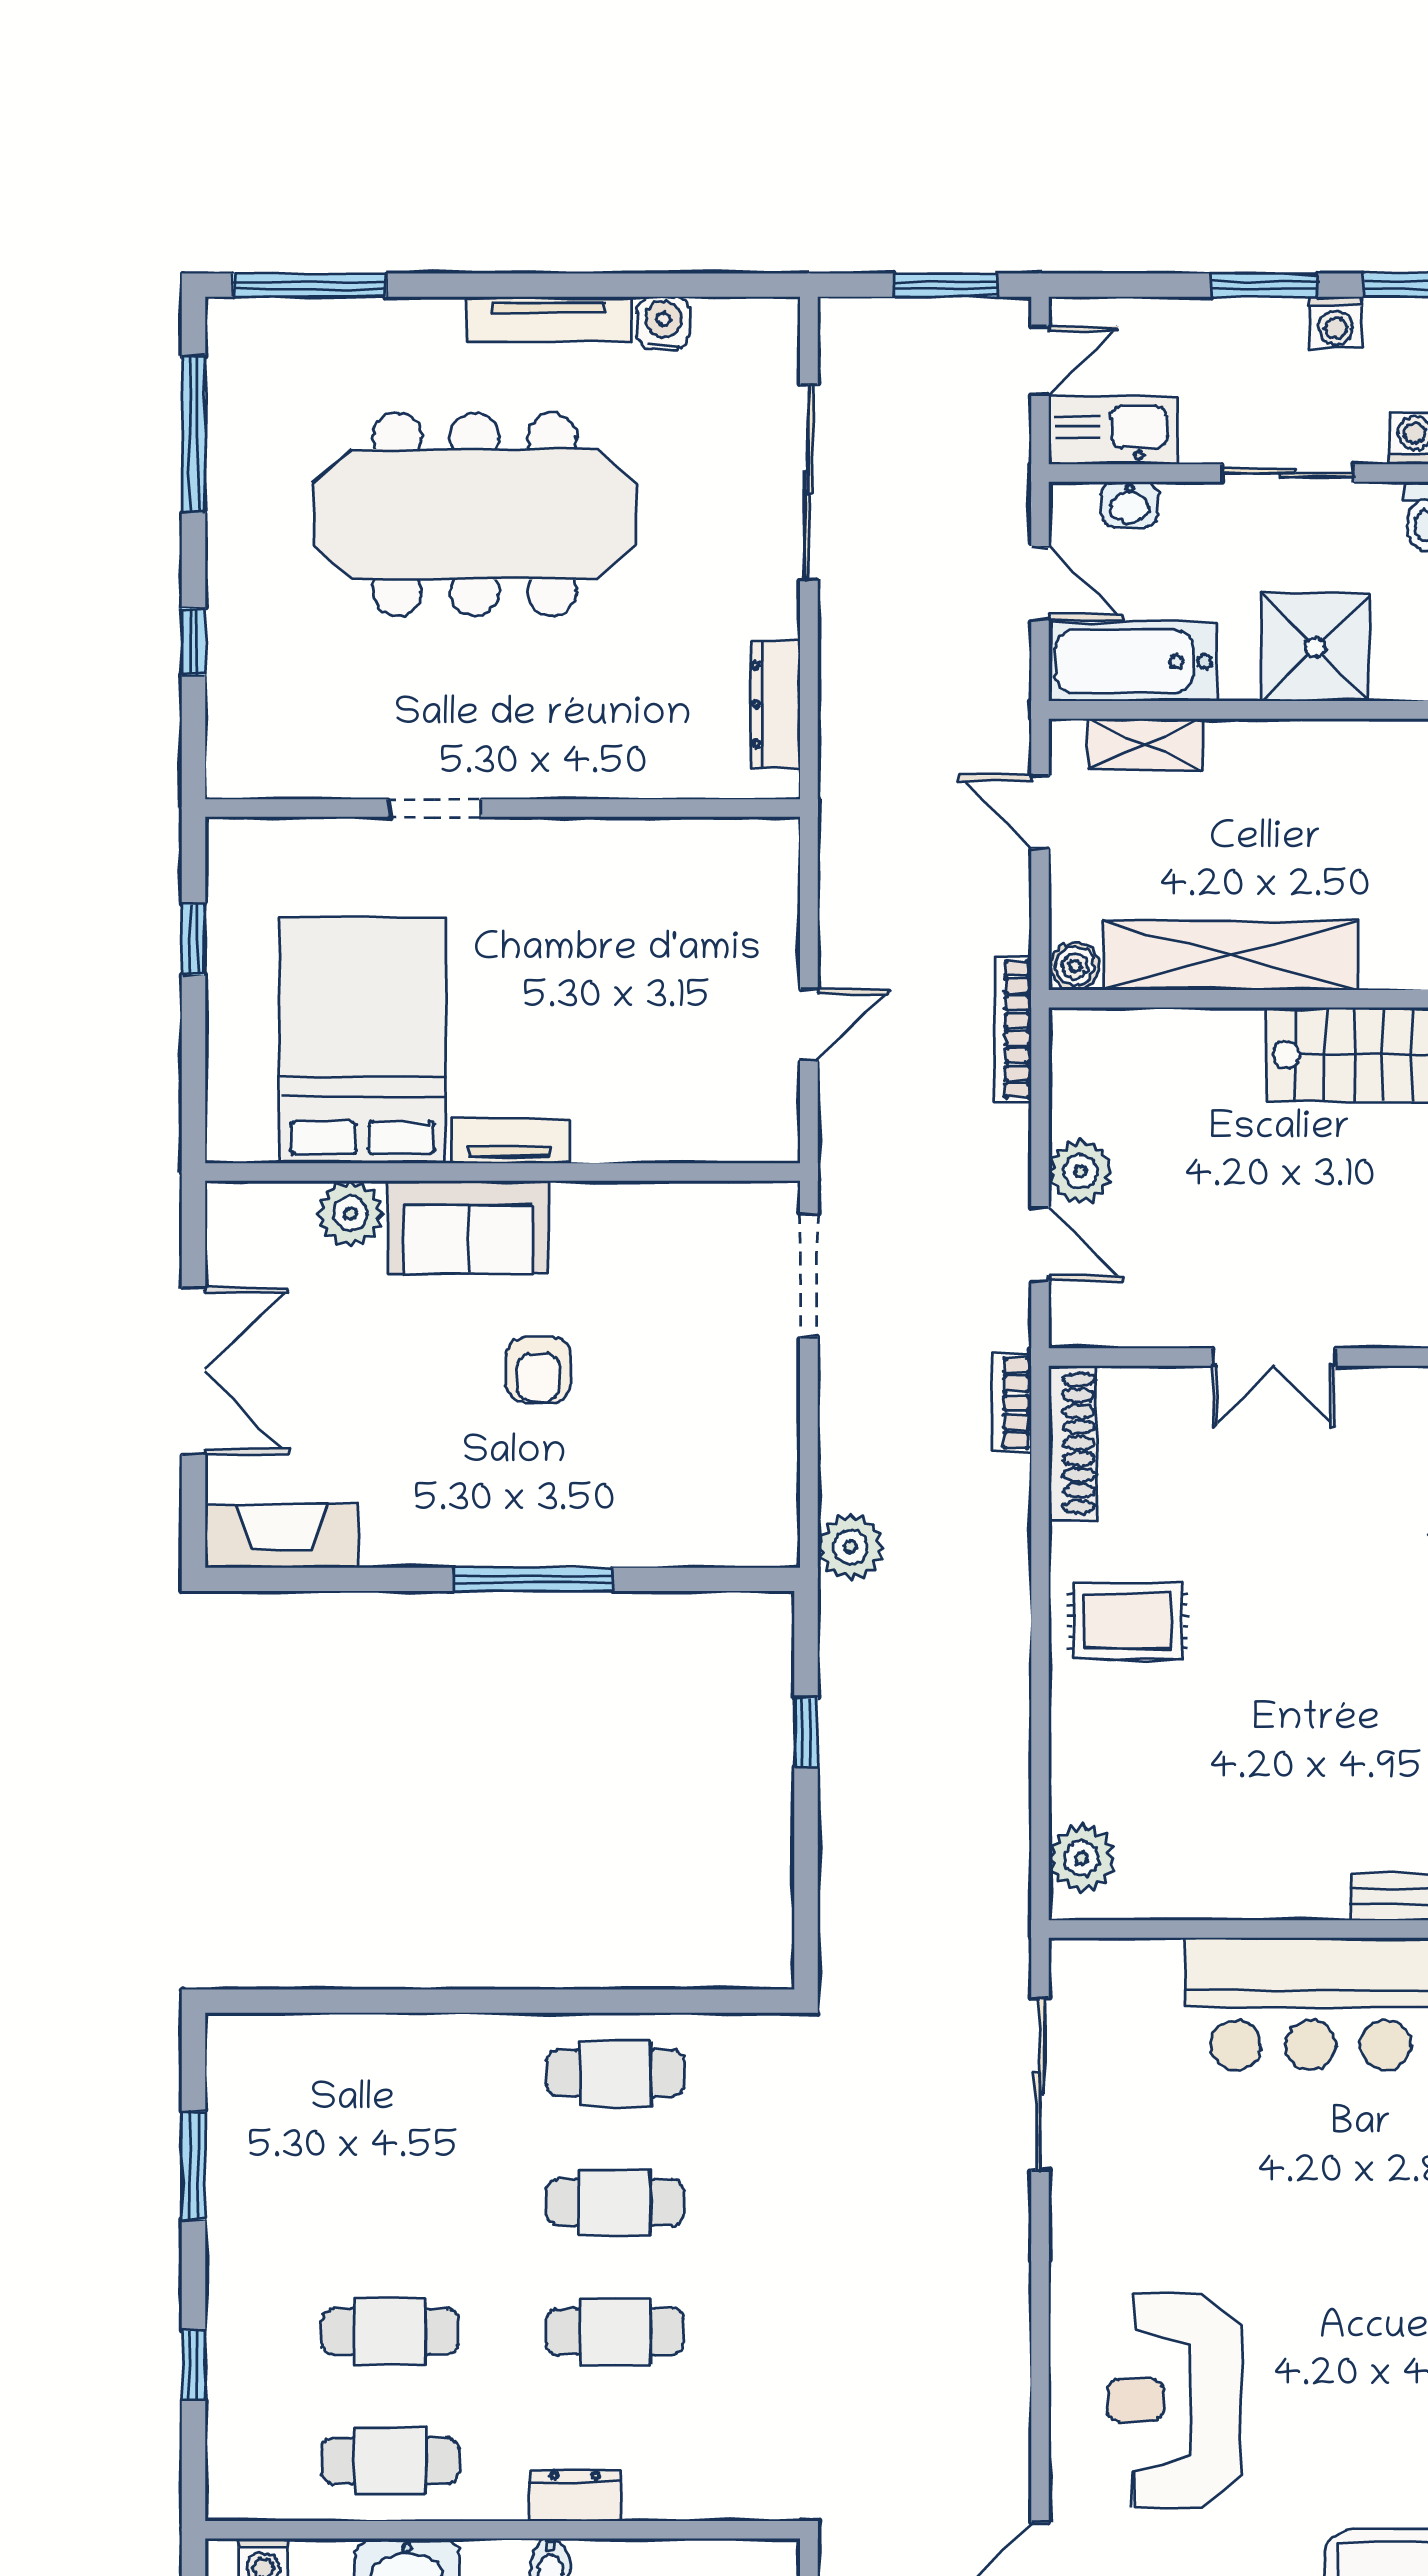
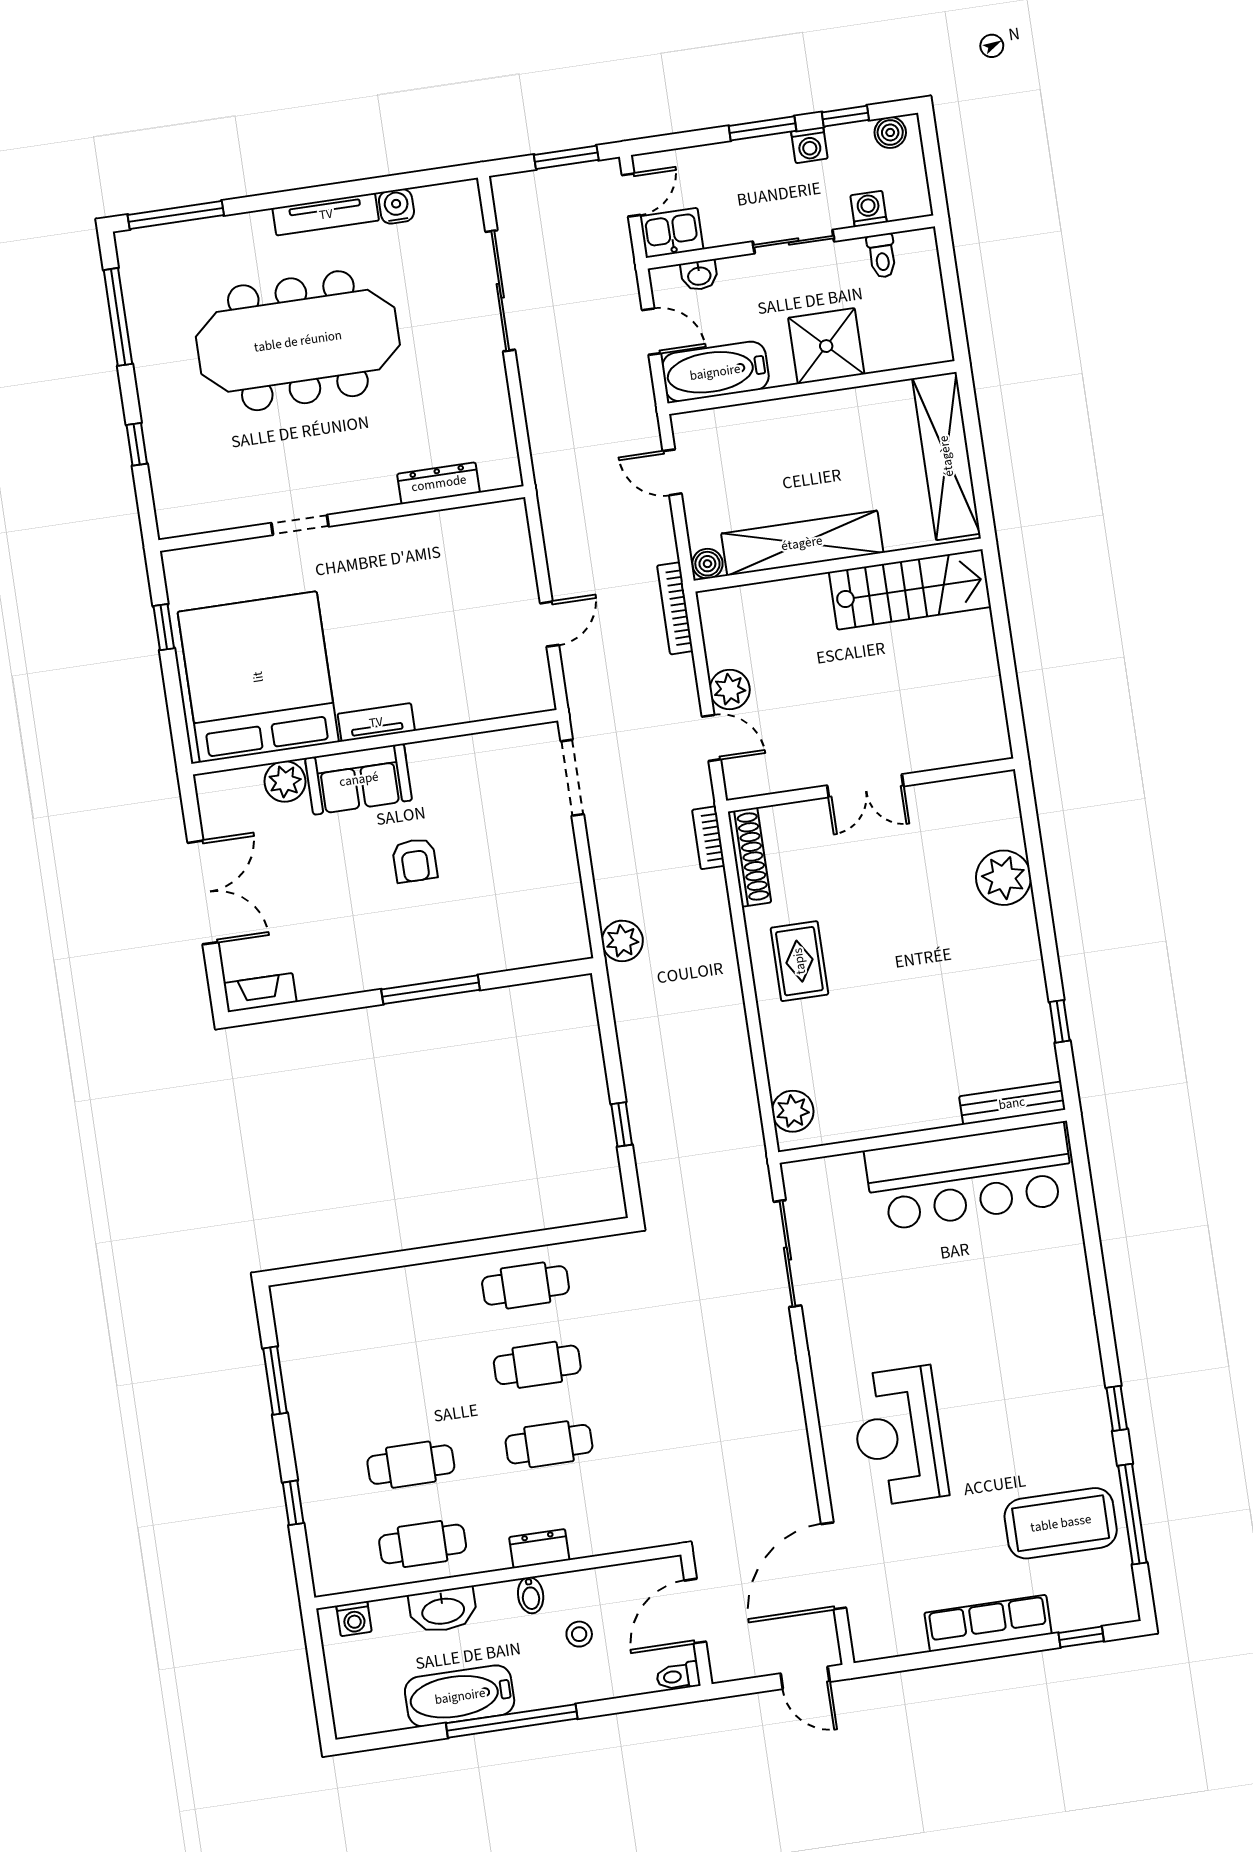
kitchen sink: (1113, 430) -> (672, 233), width x0.73
dresser: (775, 704) -> (439, 483), moved, turned 90
shelving: (1145, 744) -> (730, 421), removed
bed: (363, 1041) -> (258, 677), width x1.36
fireplace: (282, 1536) -> (260, 993), width x0.73, depth x0.76
rug: (1128, 1621) -> (799, 961), turned 90
window: (806, 1732) -> (622, 1124), moved

